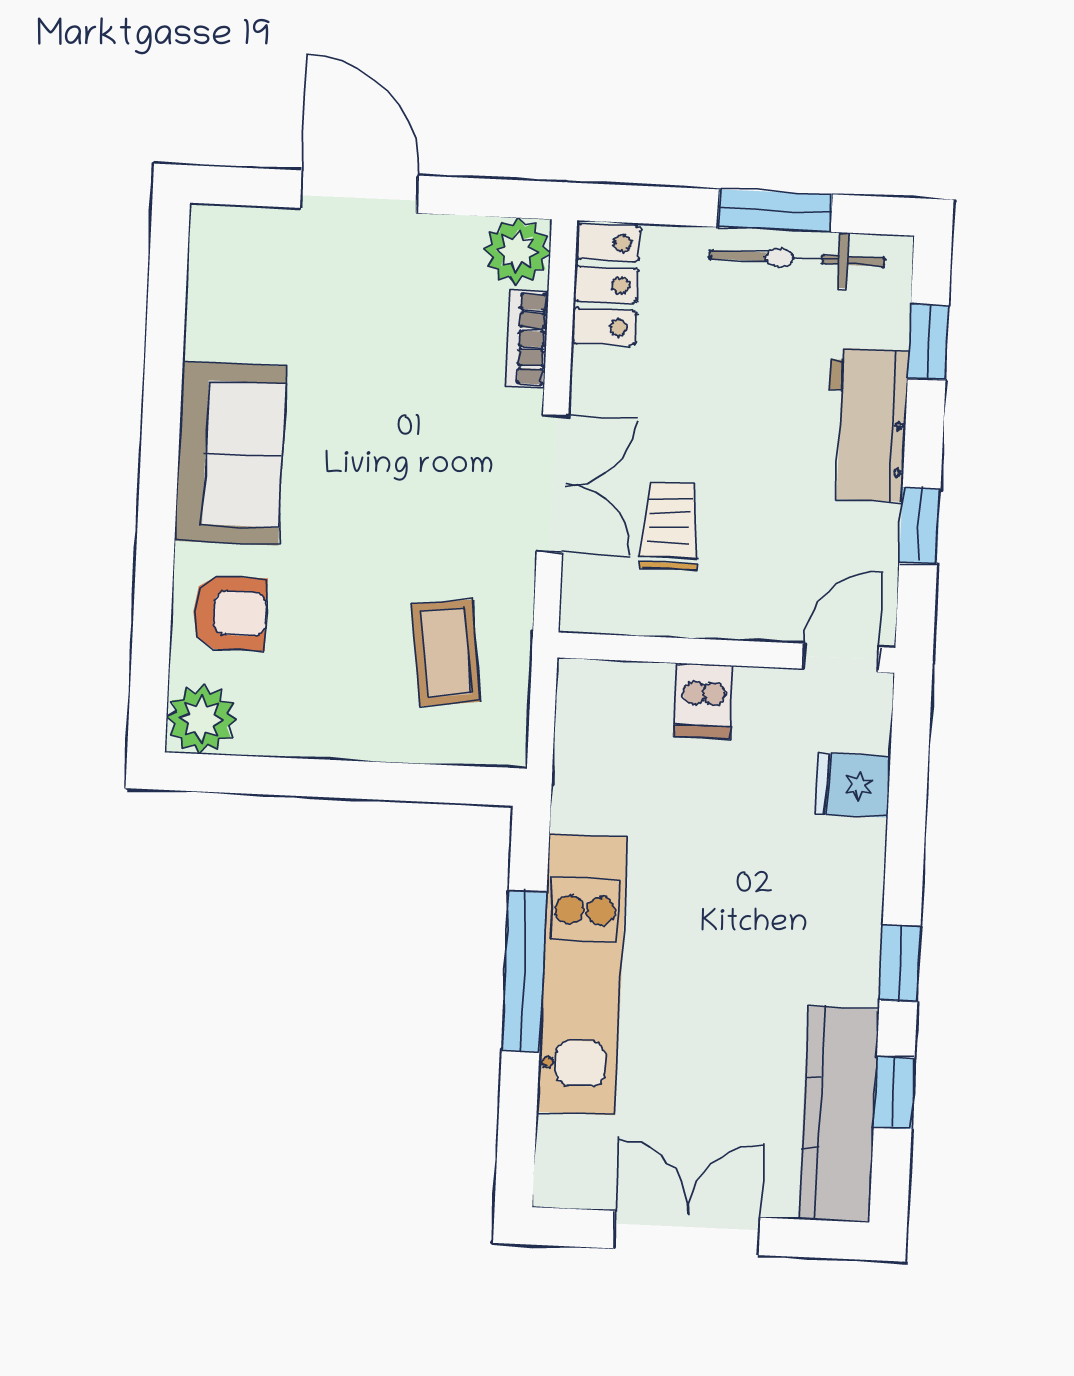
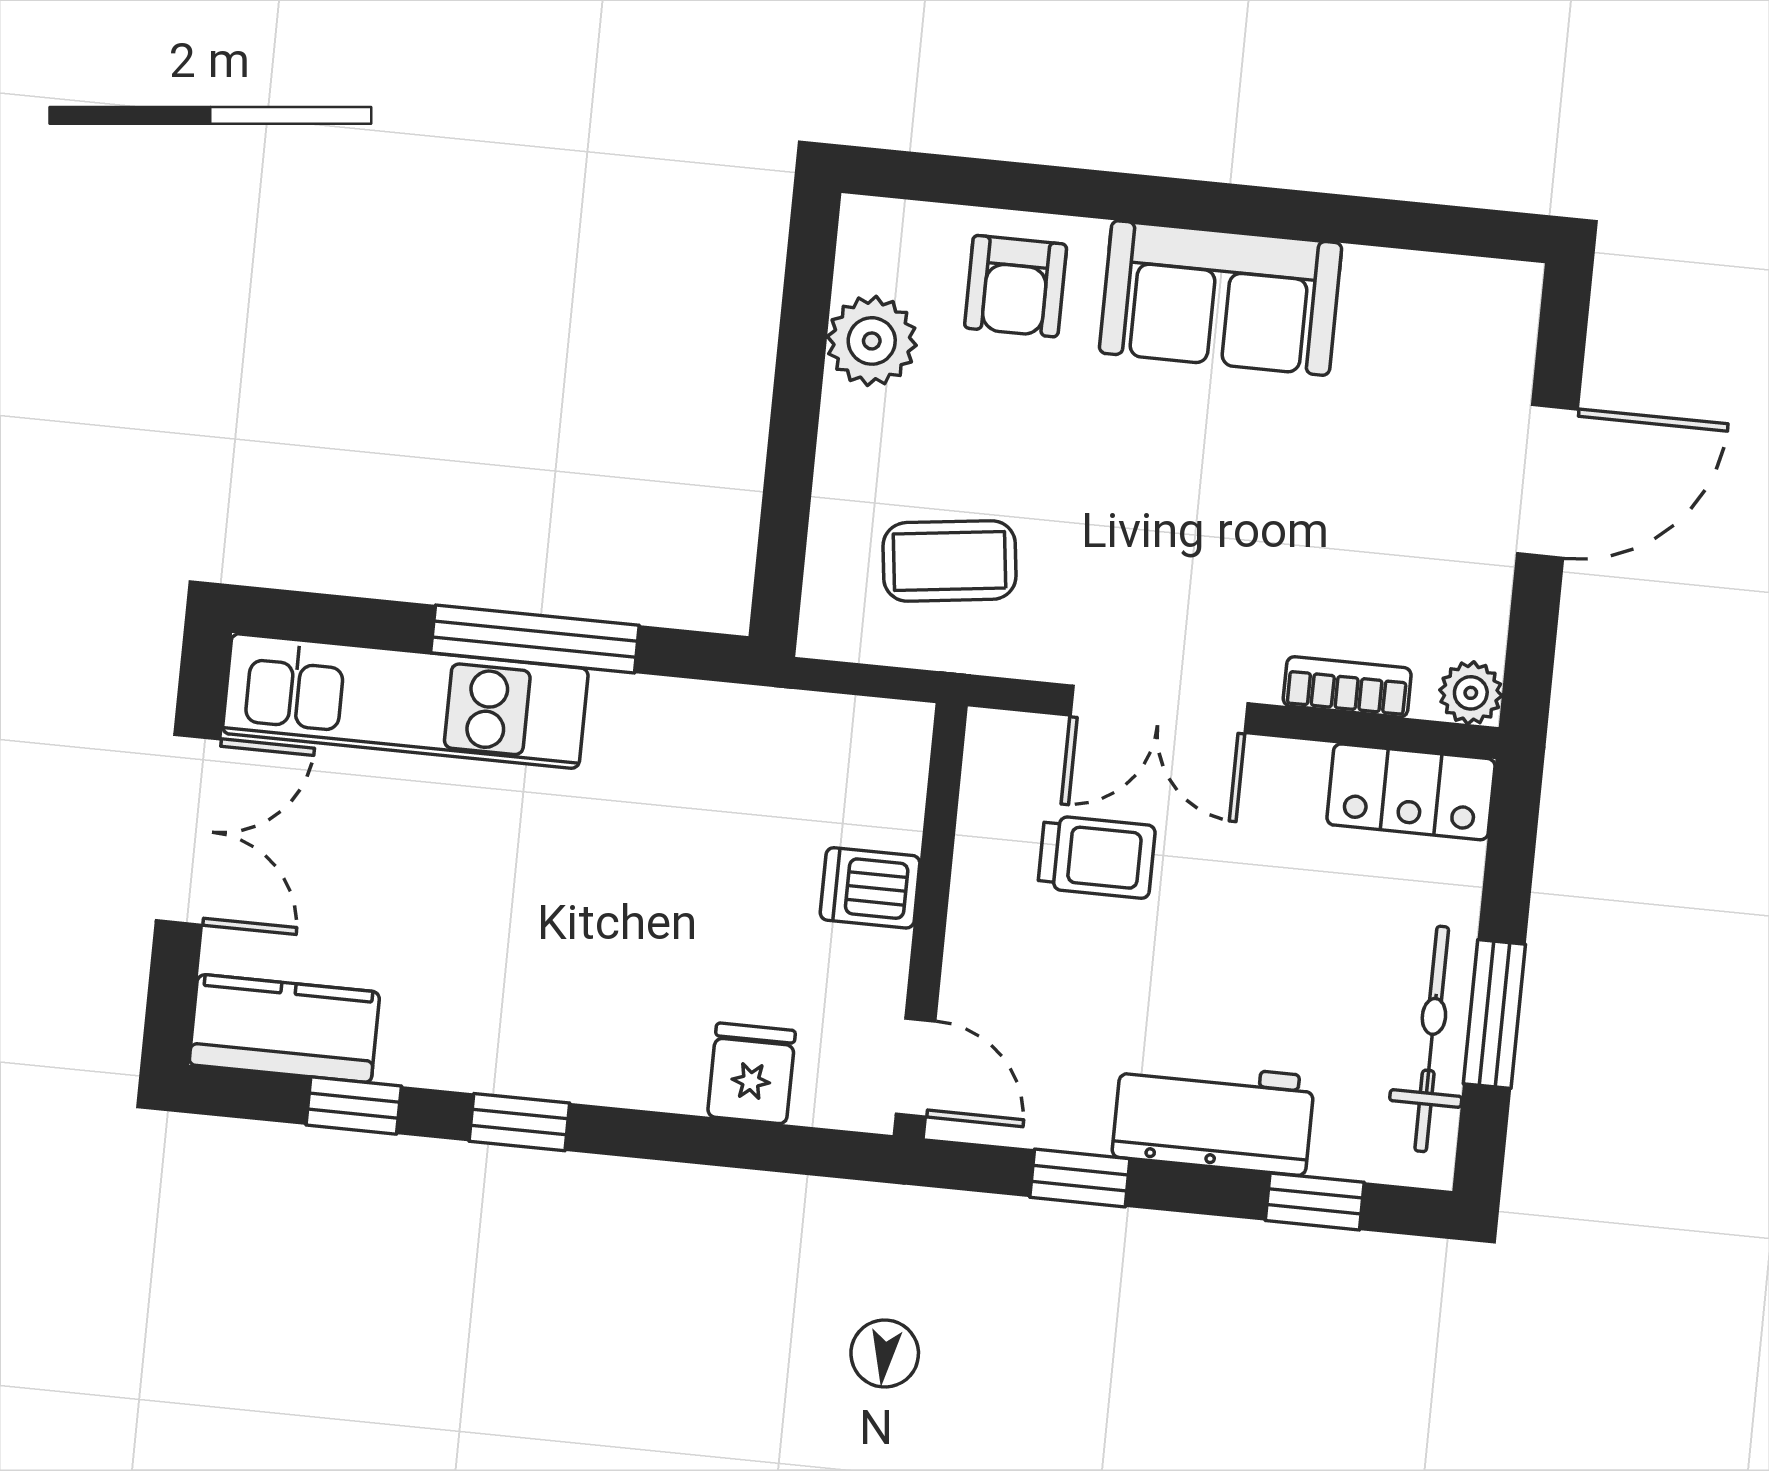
plant: (517, 251) -> (1471, 693), width x0.73, depth x0.73
plant: (201, 719) -> (872, 341), moved
kitchen unit: (582, 974) -> (405, 701), moved
kitchen counter: (839, 1114) -> (284, 1028), width x0.67

